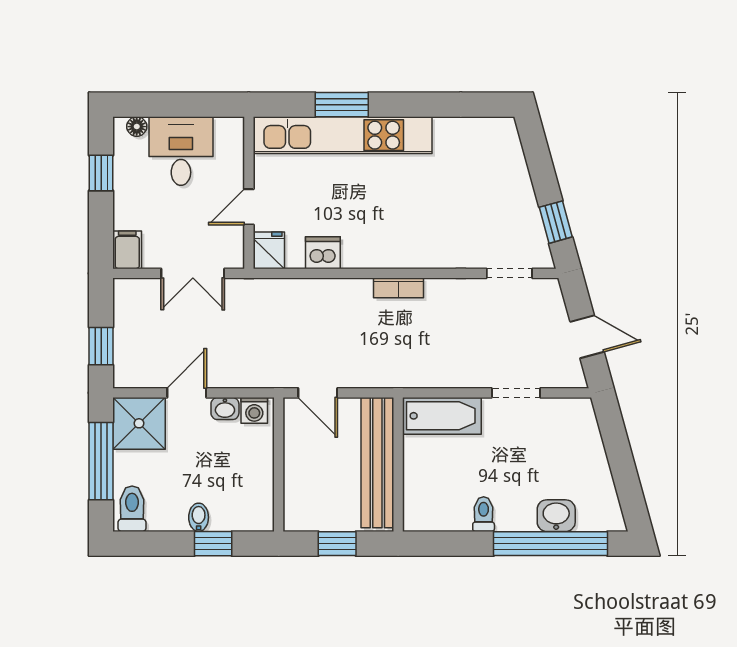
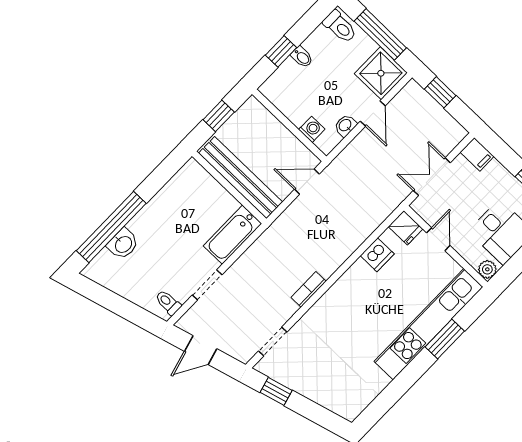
plant: (232, 129) -> (487, 269), added
bookcase: (398, 288) -> (309, 289), moved
washing machine: (254, 410) -> (312, 129), moved, turned 90
toilet: (484, 514) -> (168, 303), moved, turned 180

